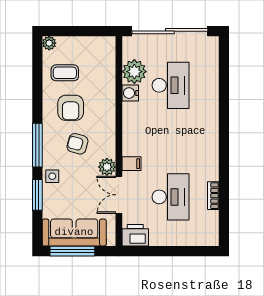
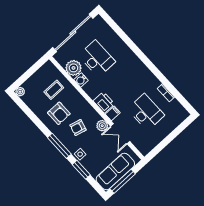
coffee table: (65, 73) -> (54, 90), moved
printer: (135, 235) -> (104, 102), moved, turned 90

